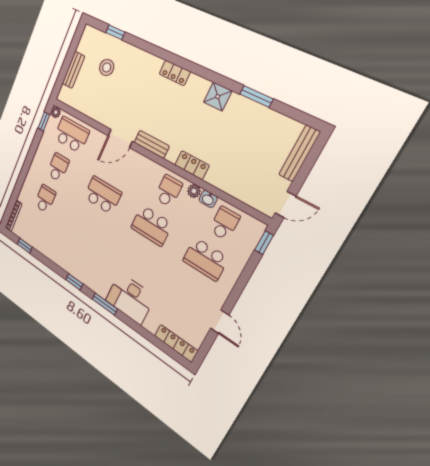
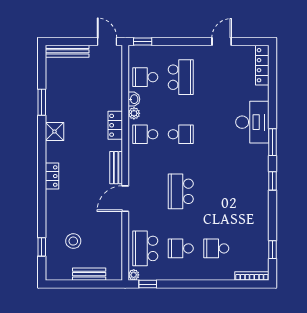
door: (120, 138) -> (125, 199), swing flipped
school desk: (152, 226) -> (181, 134), width x0.54

